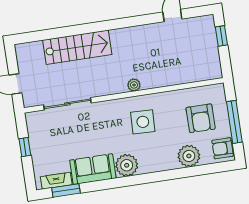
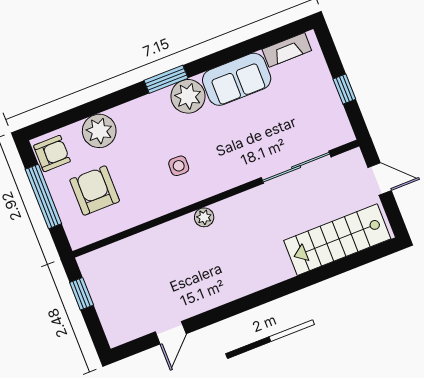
window: (221, 36) -> (82, 294), moved
stairs: (77, 47) -> (337, 240), moved
side table: (143, 122) -> (179, 166), width x0.54, depth x0.54
window: (66, 190) -> (166, 79), moved

